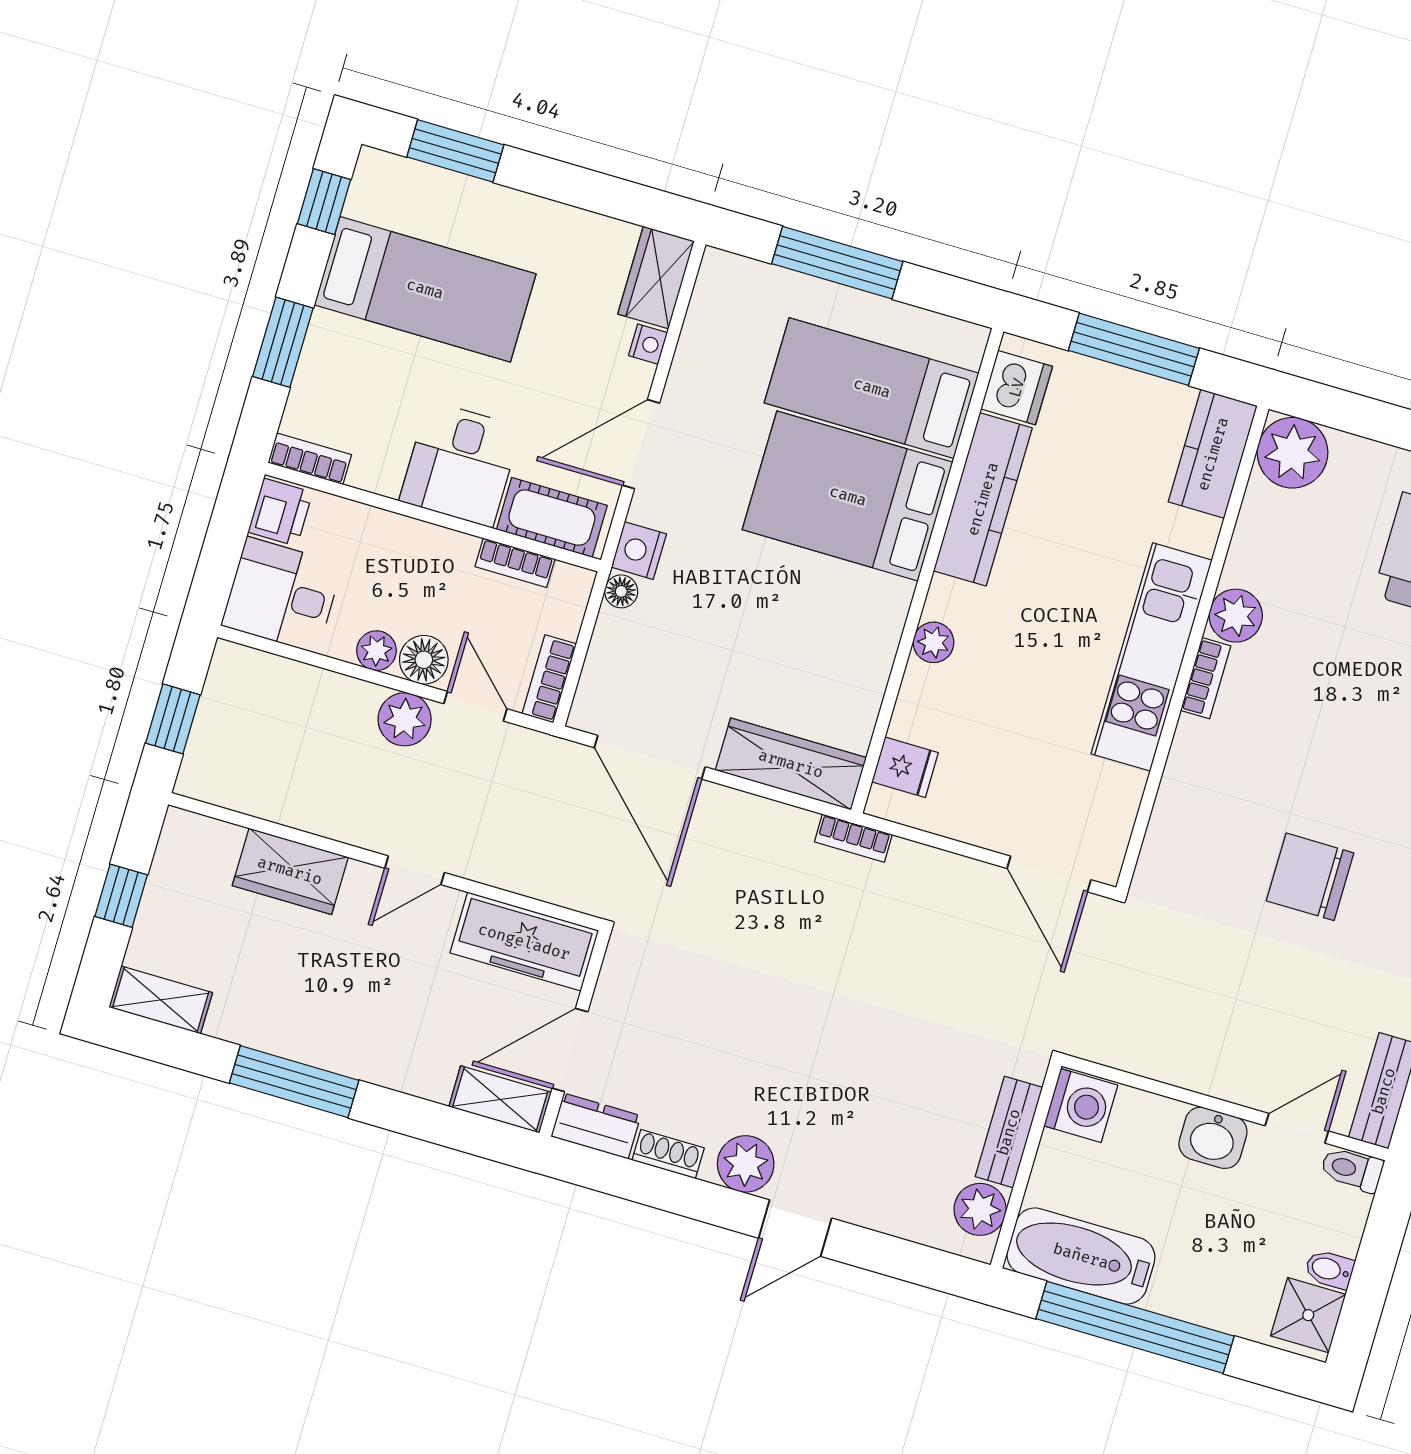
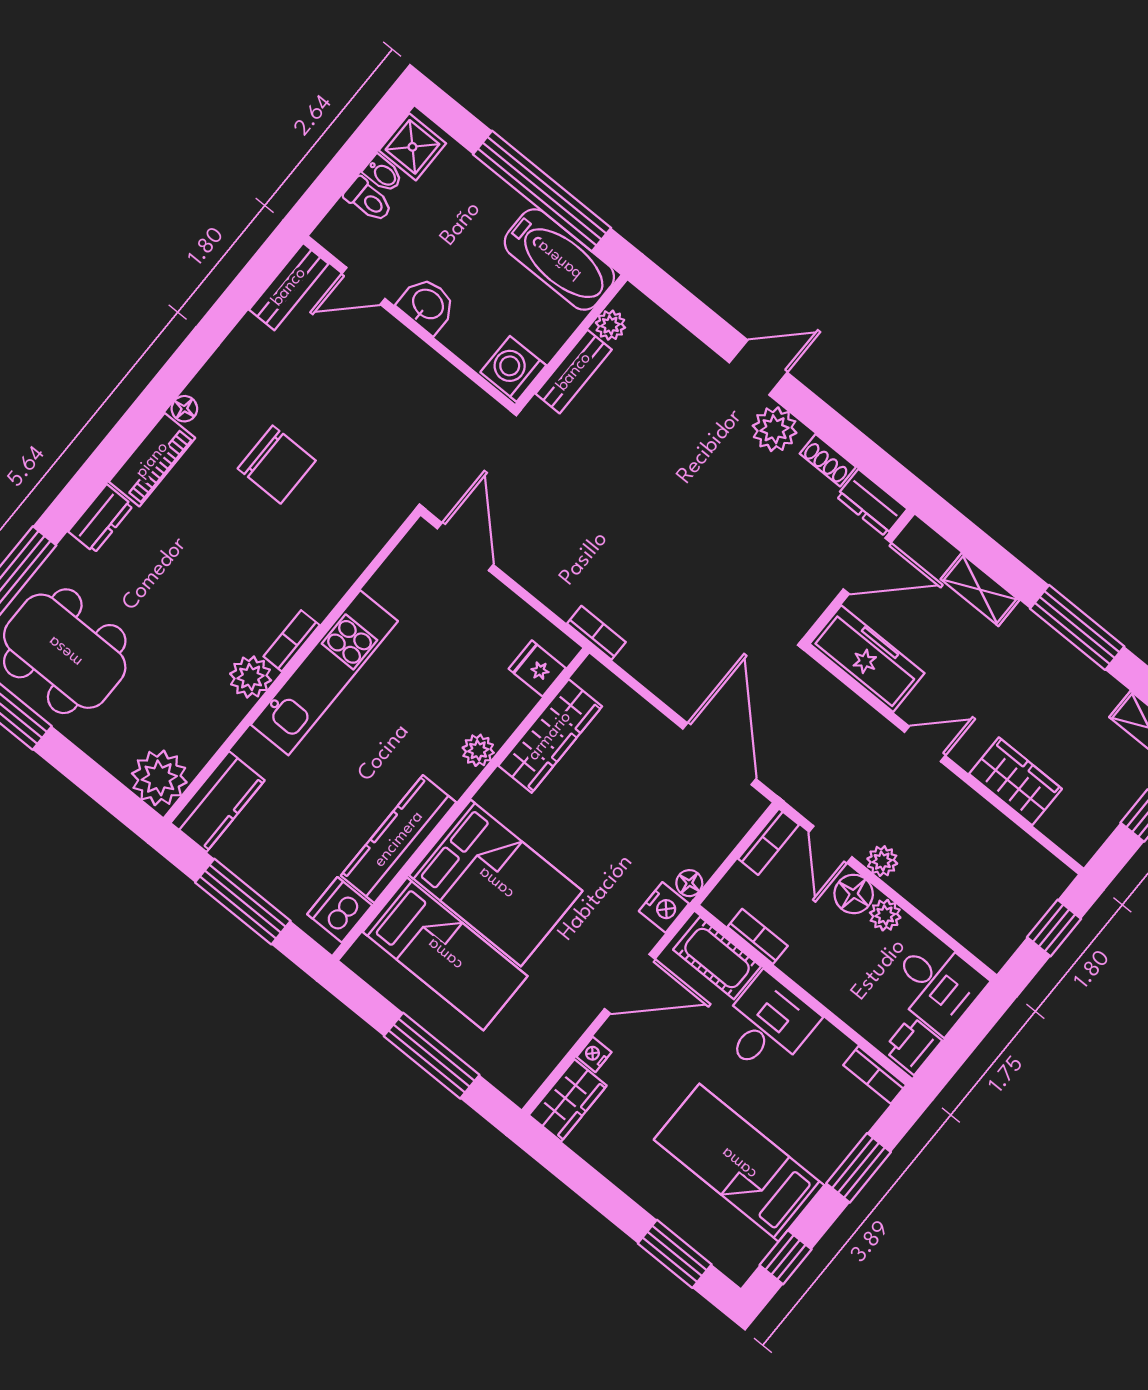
plant: (405, 719) -> (882, 861), width x0.73, depth x0.73
wardrobe: (791, 764) -> (550, 736), moved, turned -90
shelving: (500, 1099) -> (980, 590), moved
toilet: (1352, 1169) -> (368, 200), moved
plant: (980, 1209) -> (610, 325), width x0.73, depth x0.73

